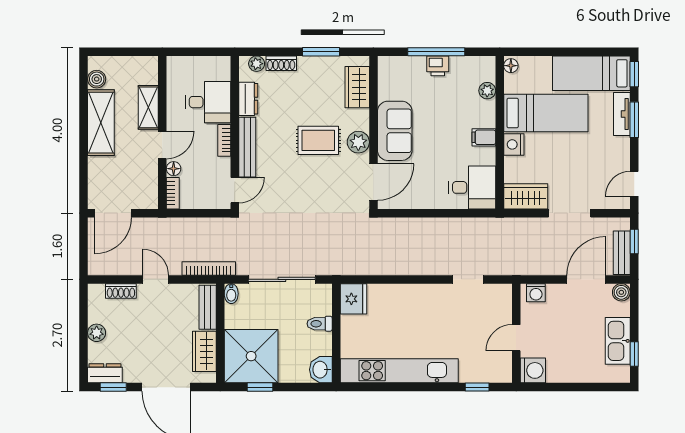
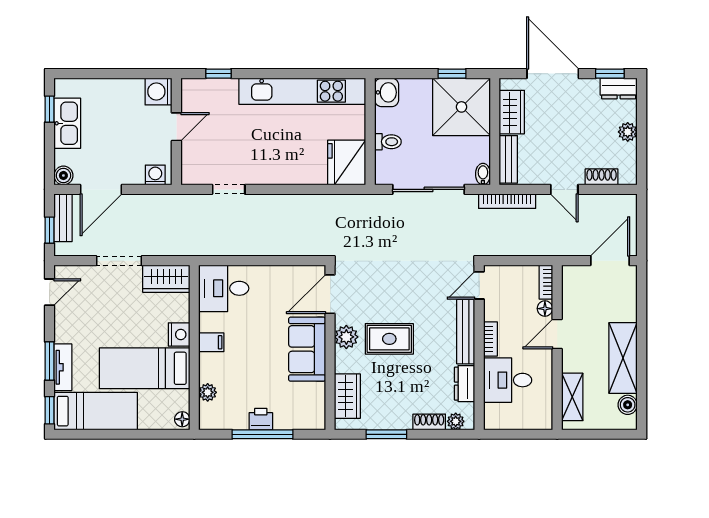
shelving: (148, 107) -> (572, 397), moved
fridge: (353, 299) -> (347, 163), width x1.36, depth x1.34

